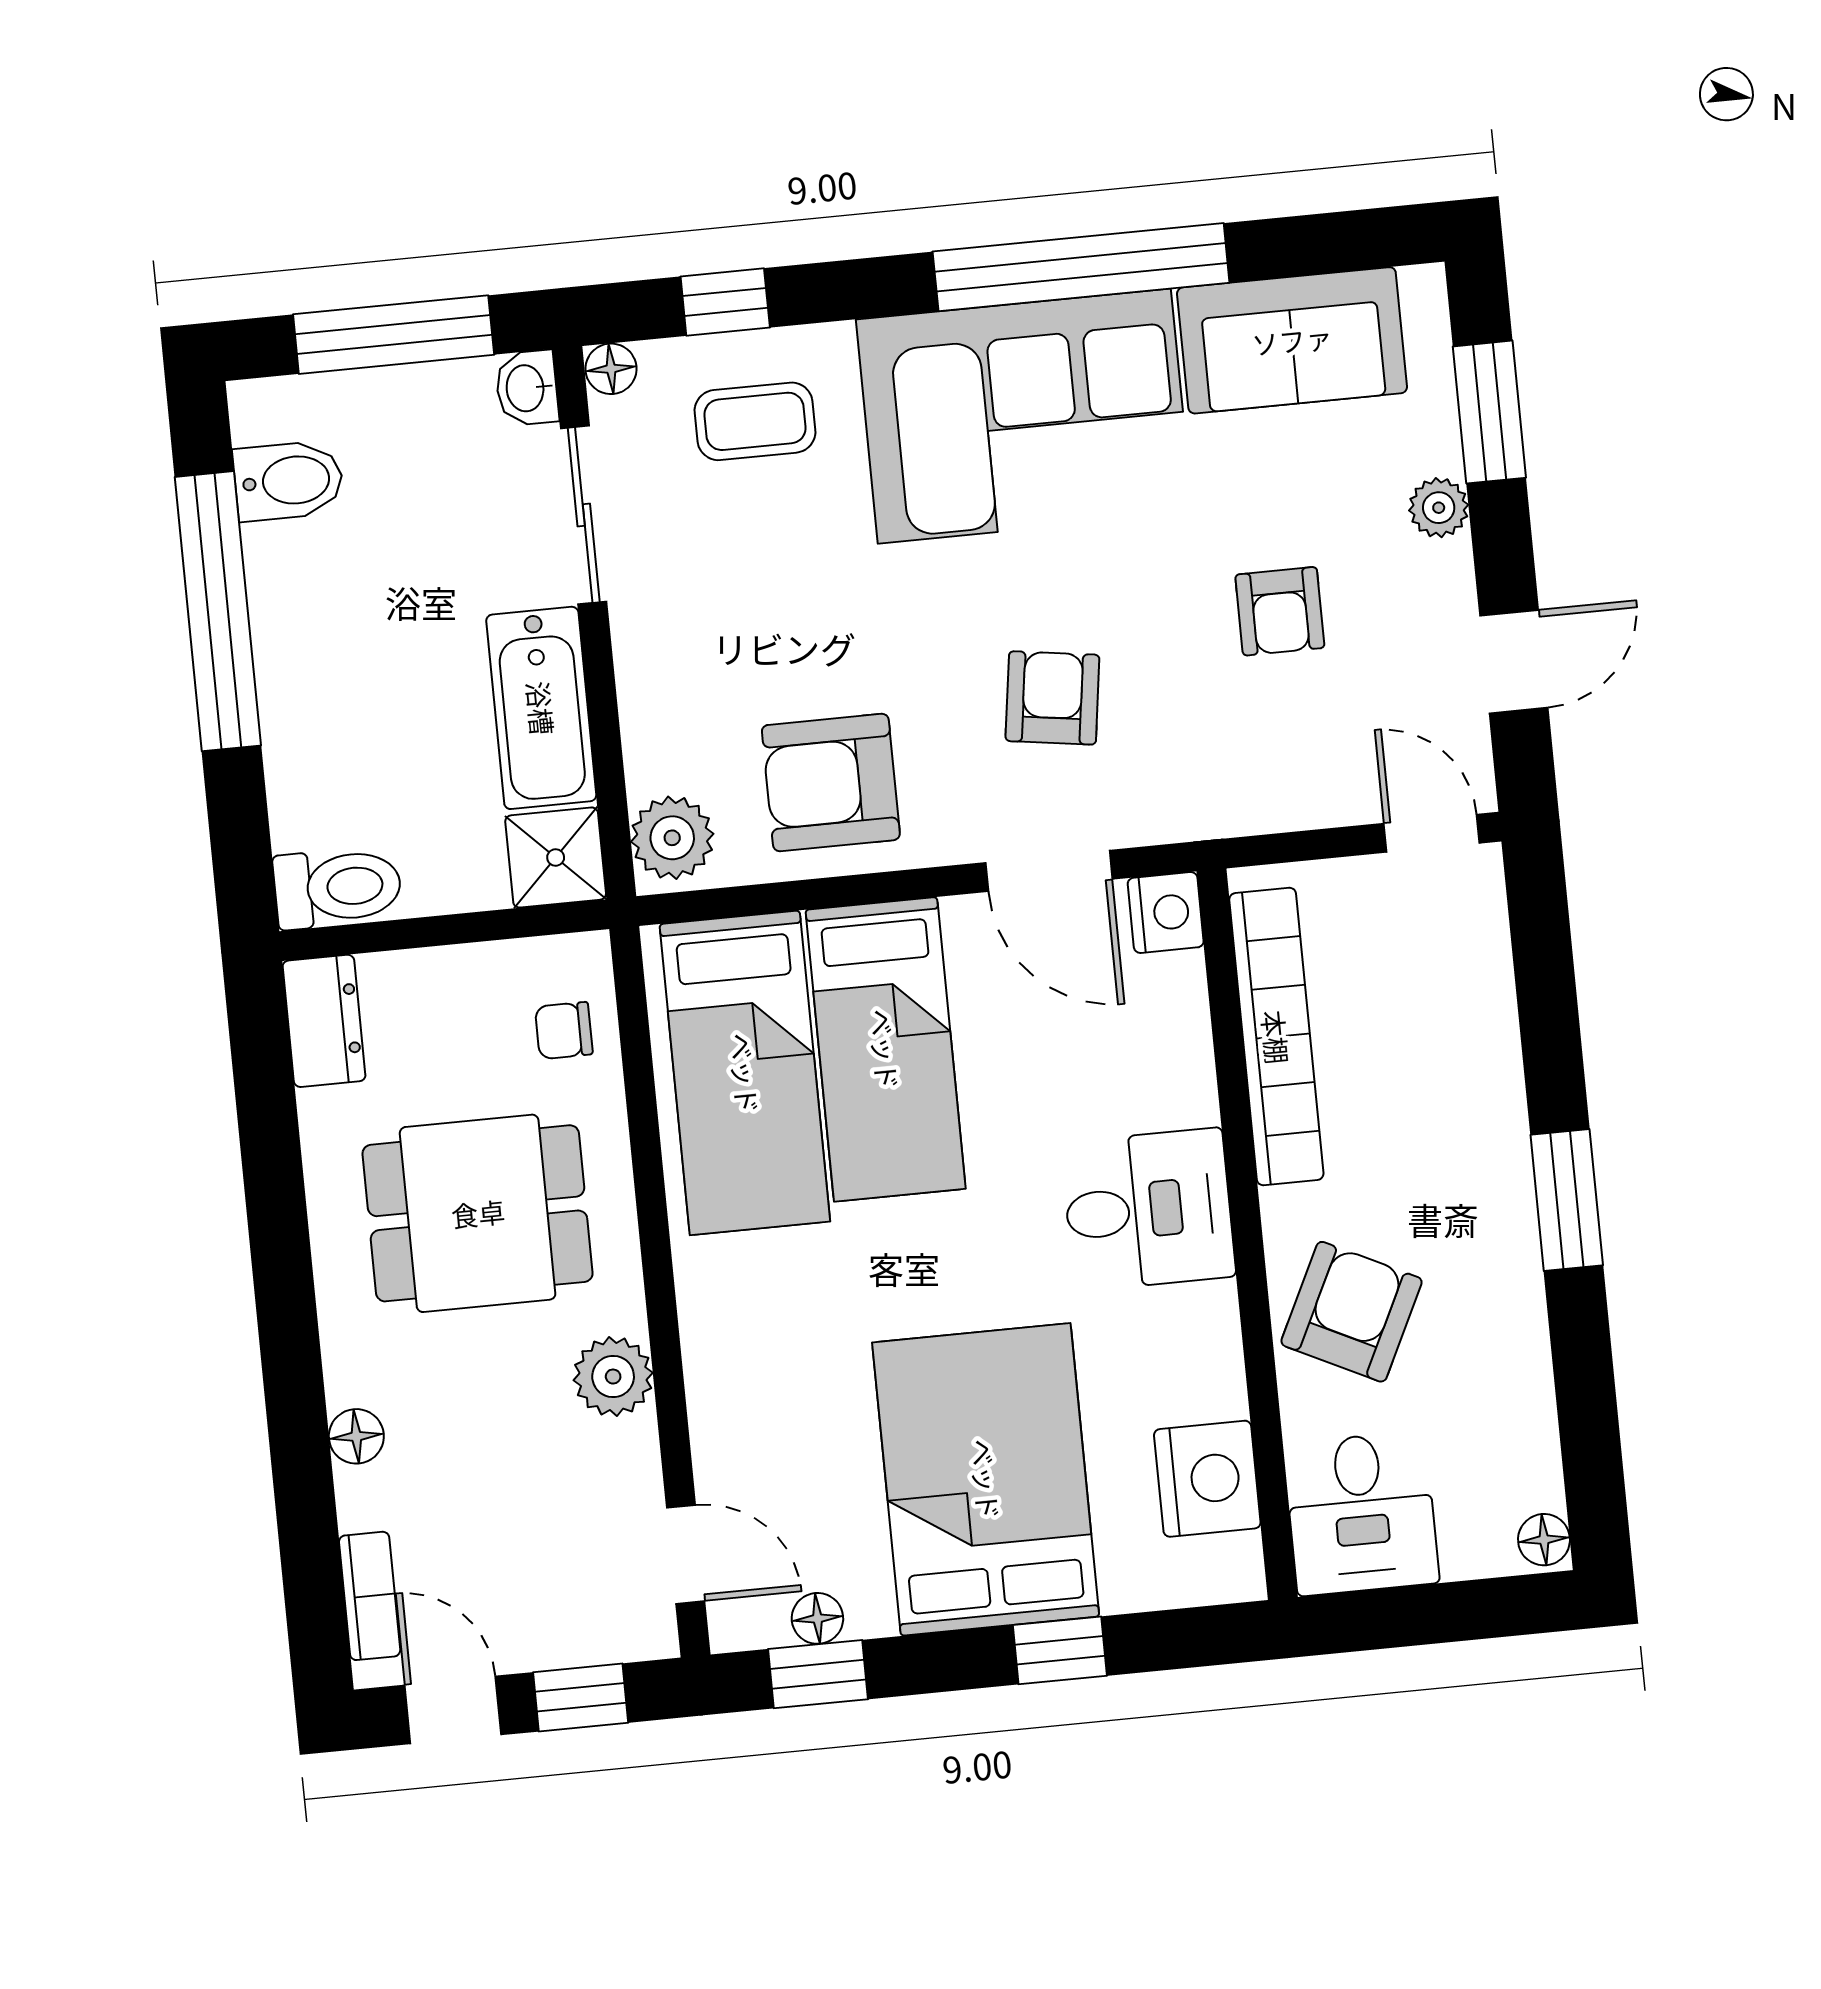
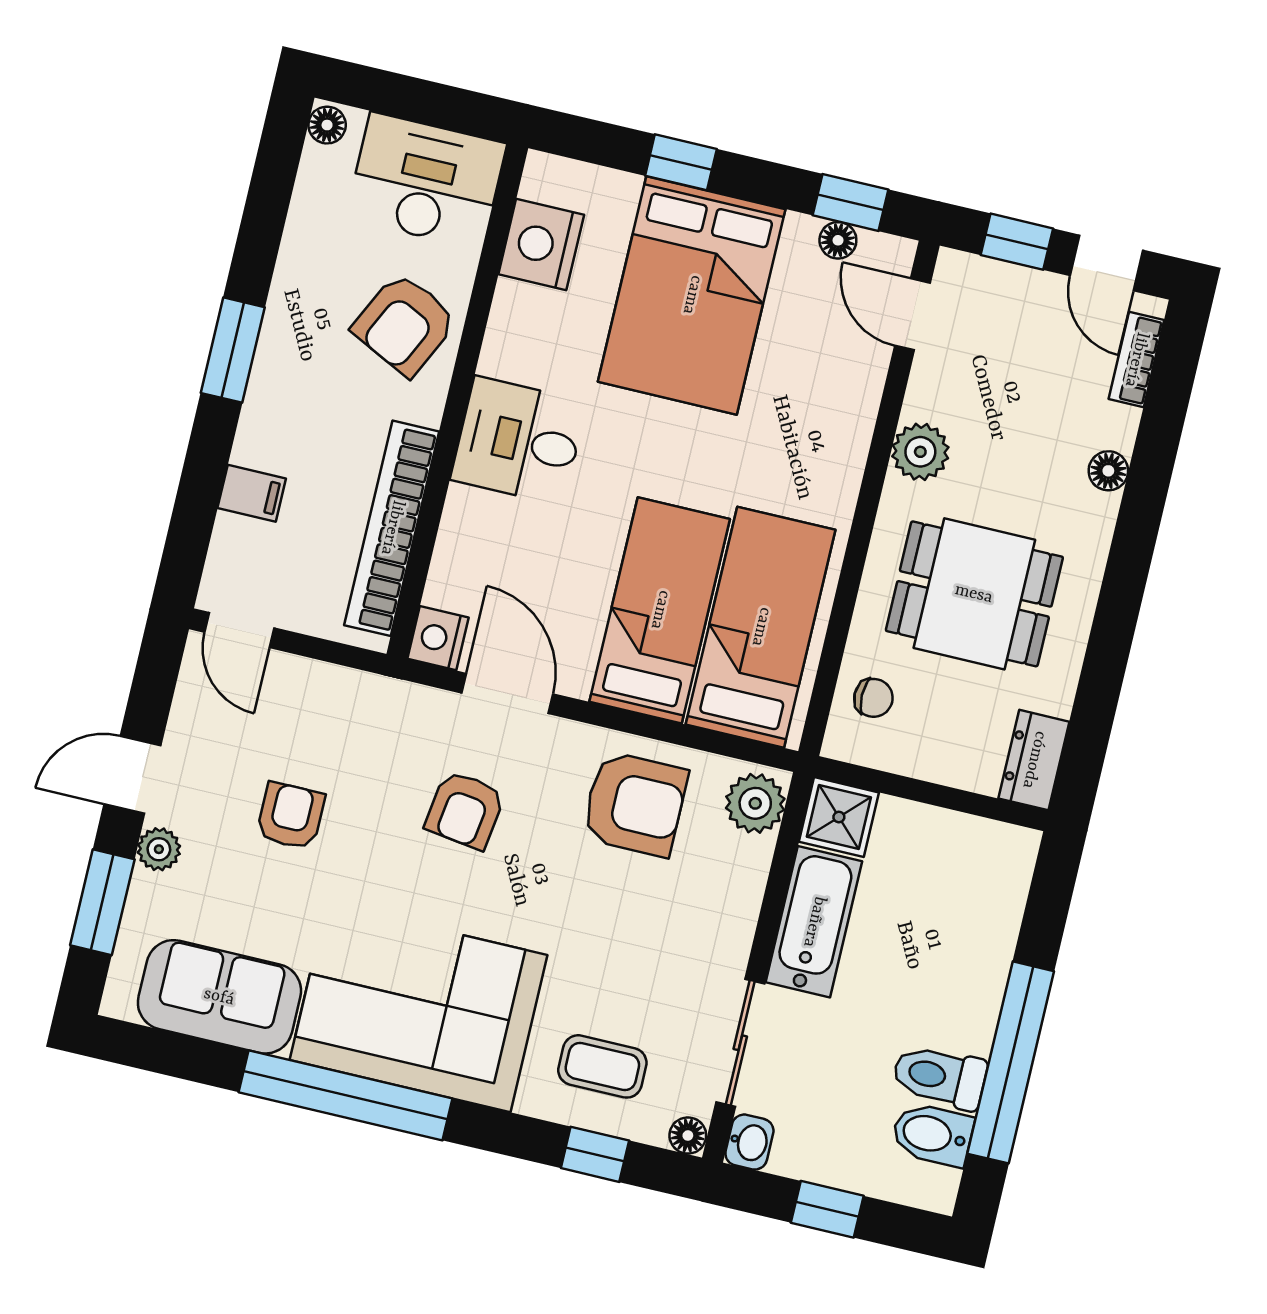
window: (394, 335) -> (827, 1209), width x0.46
door: (1514, 662) -> (132, 775), moved
toilet: (338, 888) -> (939, 1077), moved
filing cabinet: (1477, 1020) -> (252, 493), added
desk: (1361, 1513) -> (426, 181), width x1.37

